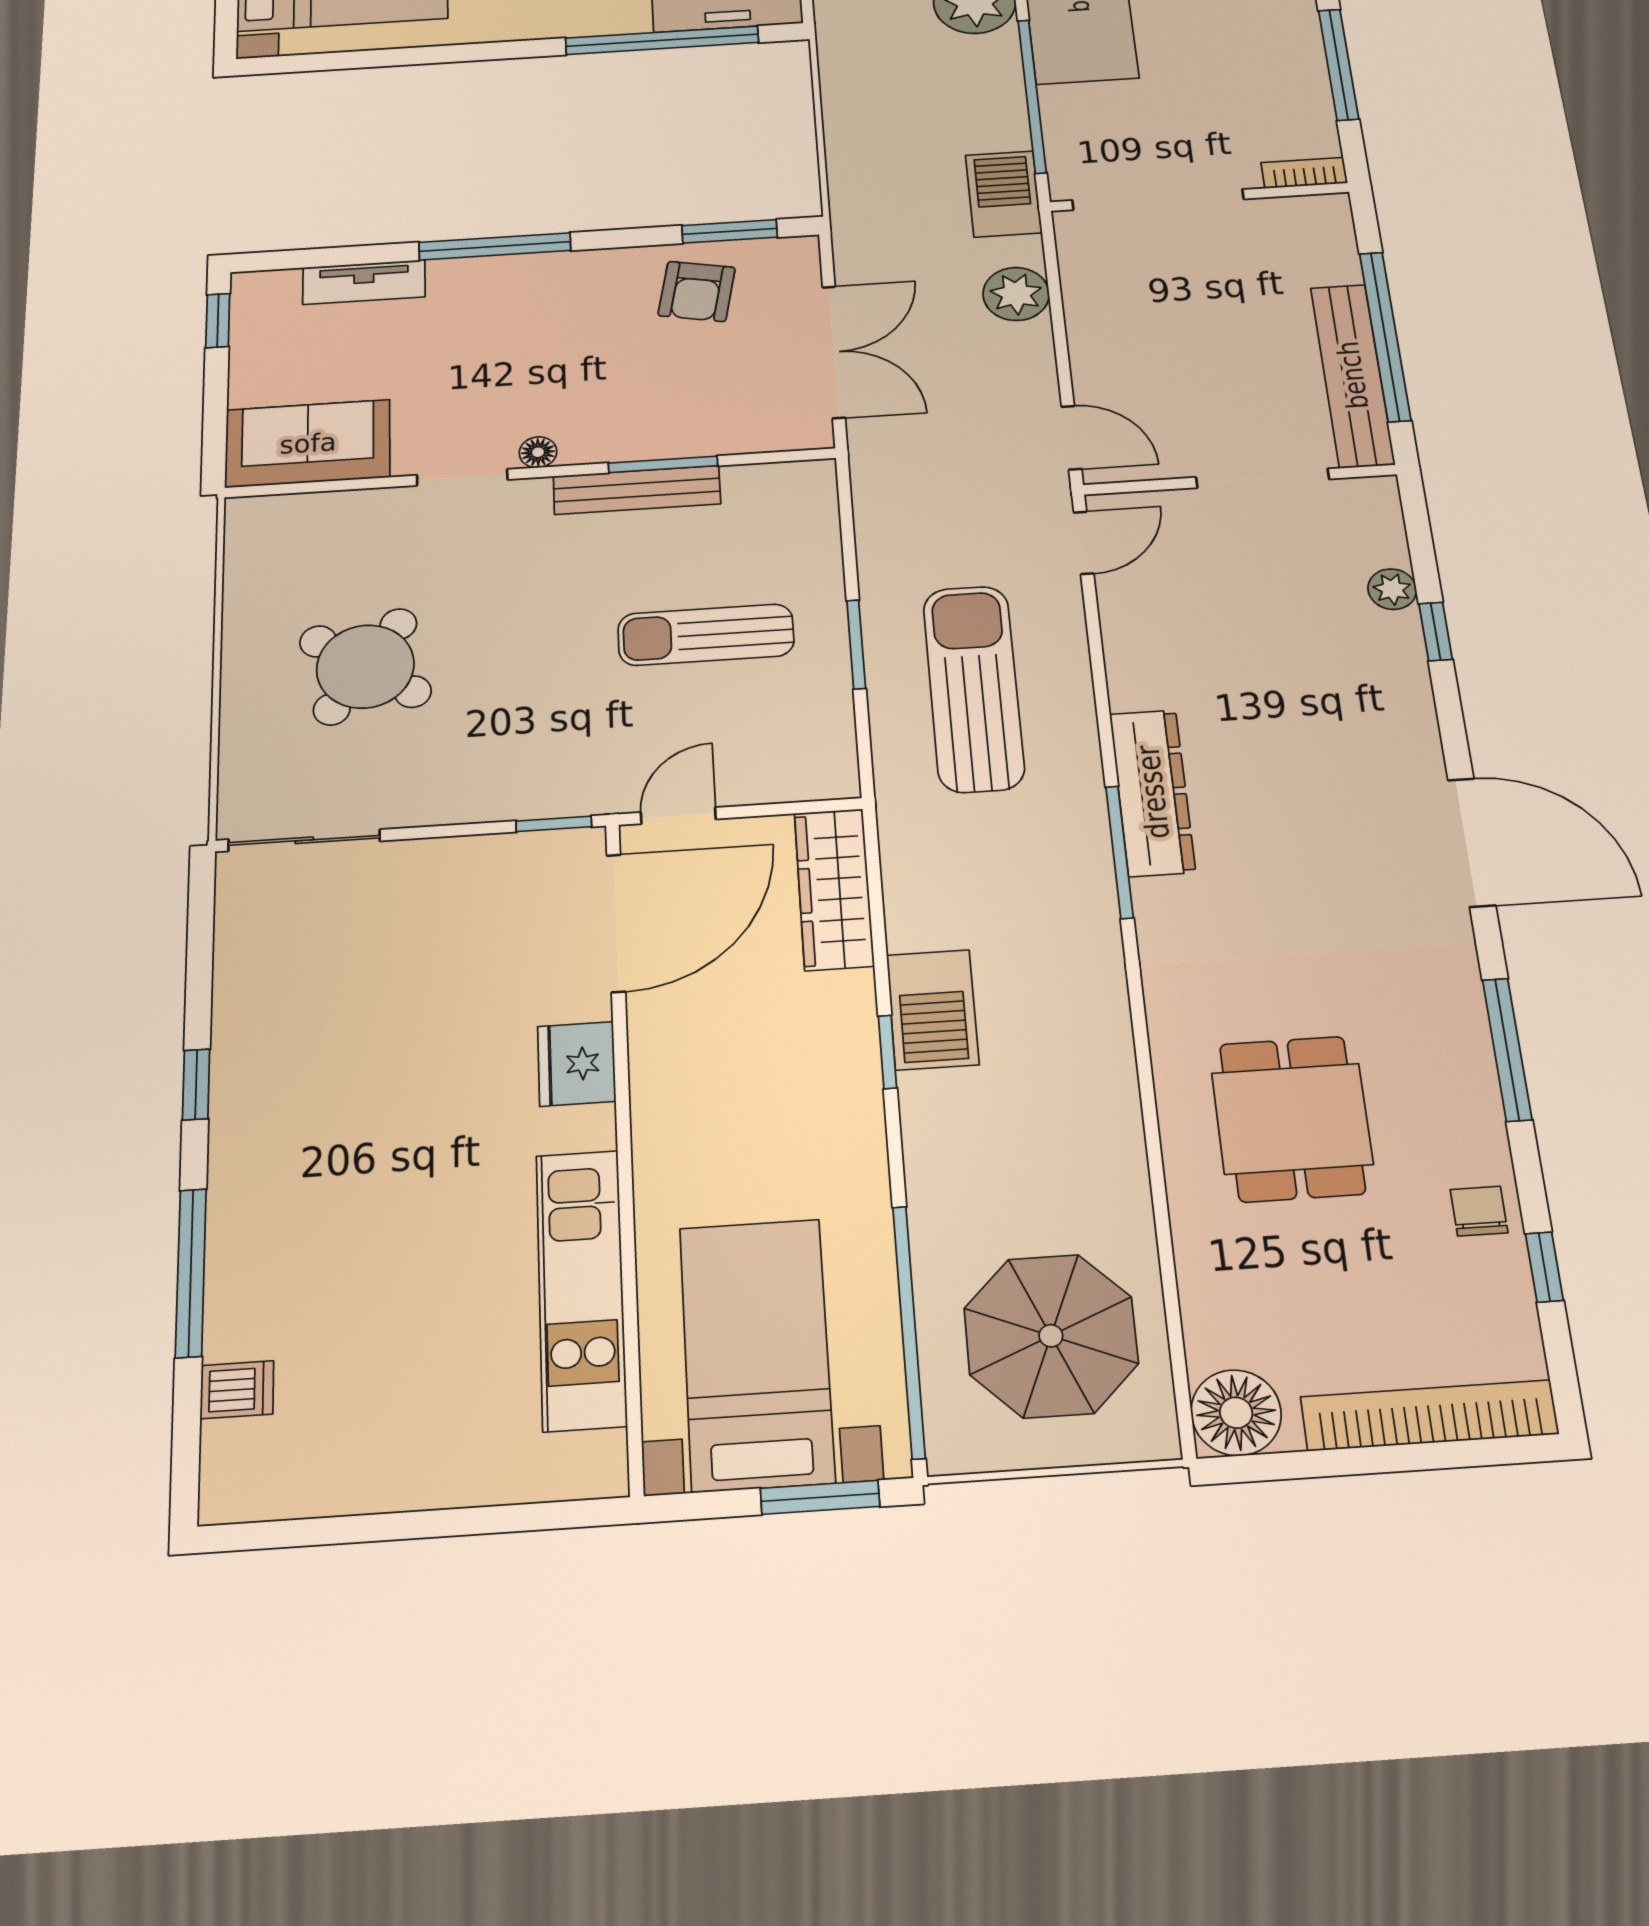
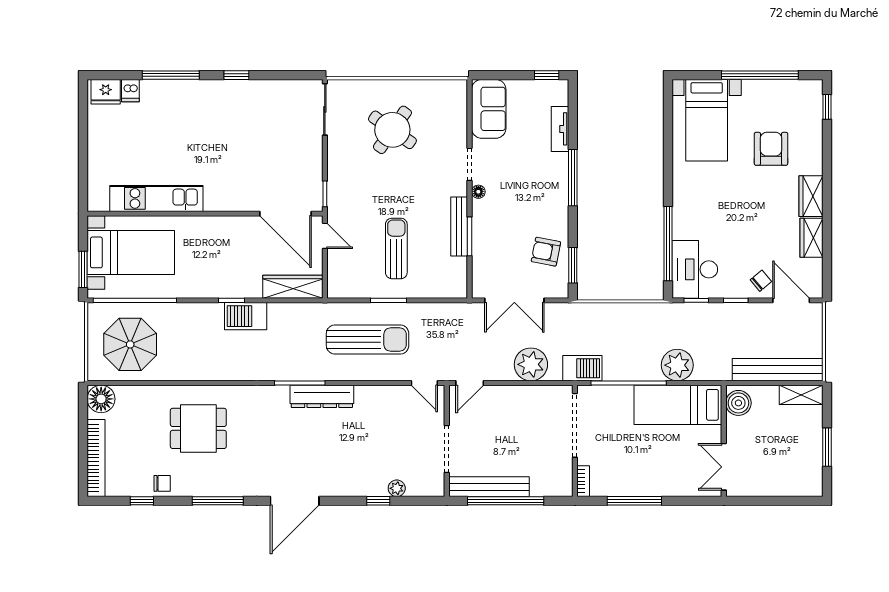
plant: (1016, 294) -> (531, 364), width x1.36, depth x1.36
fridge: (577, 1064) -> (106, 92), moved, turned 180

